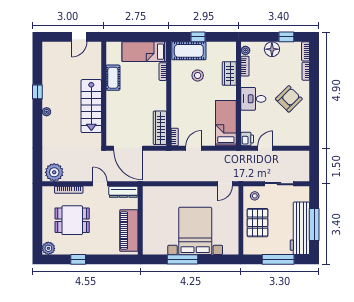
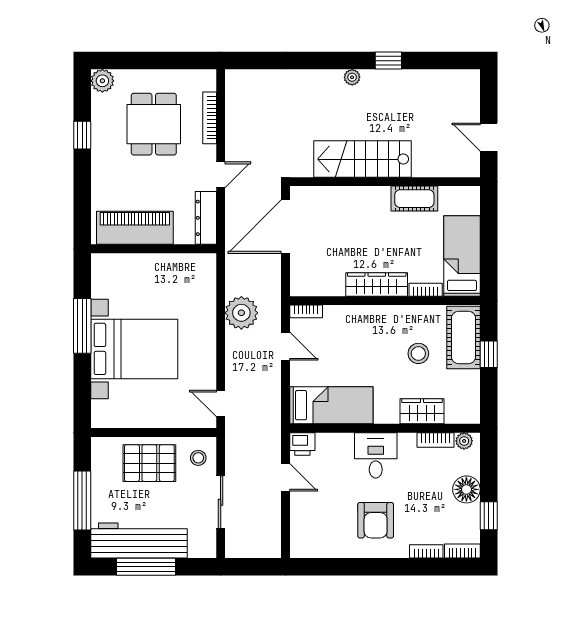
armchair: (289, 99) -> (376, 520), turned 45
wardrobe: (160, 128) -> (377, 284), moved
plant: (54, 172) -> (241, 313), moved

